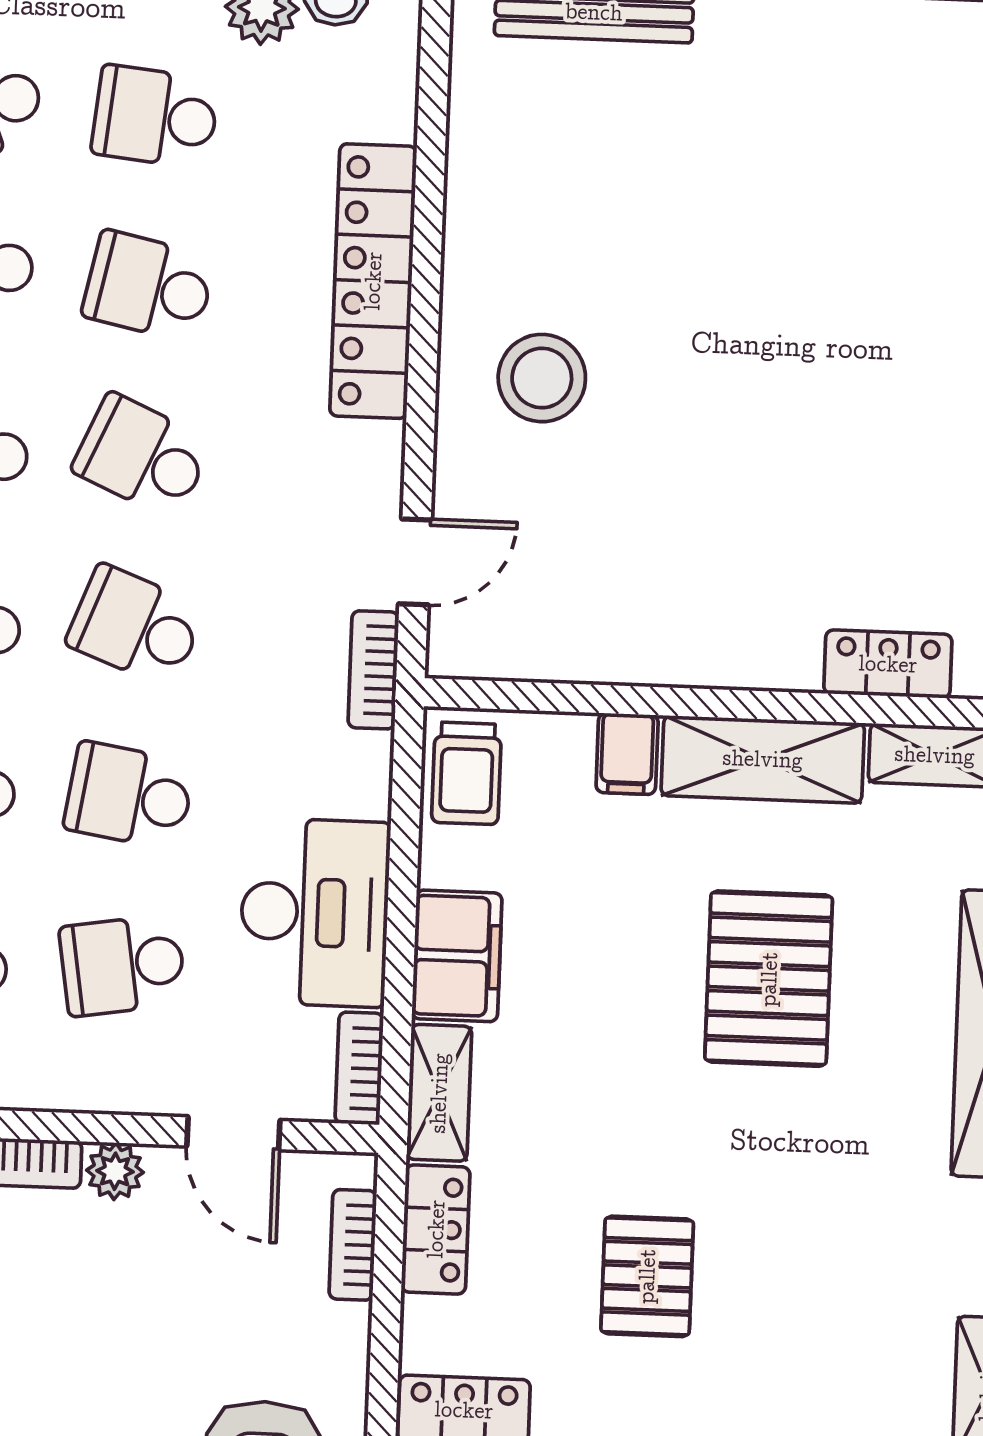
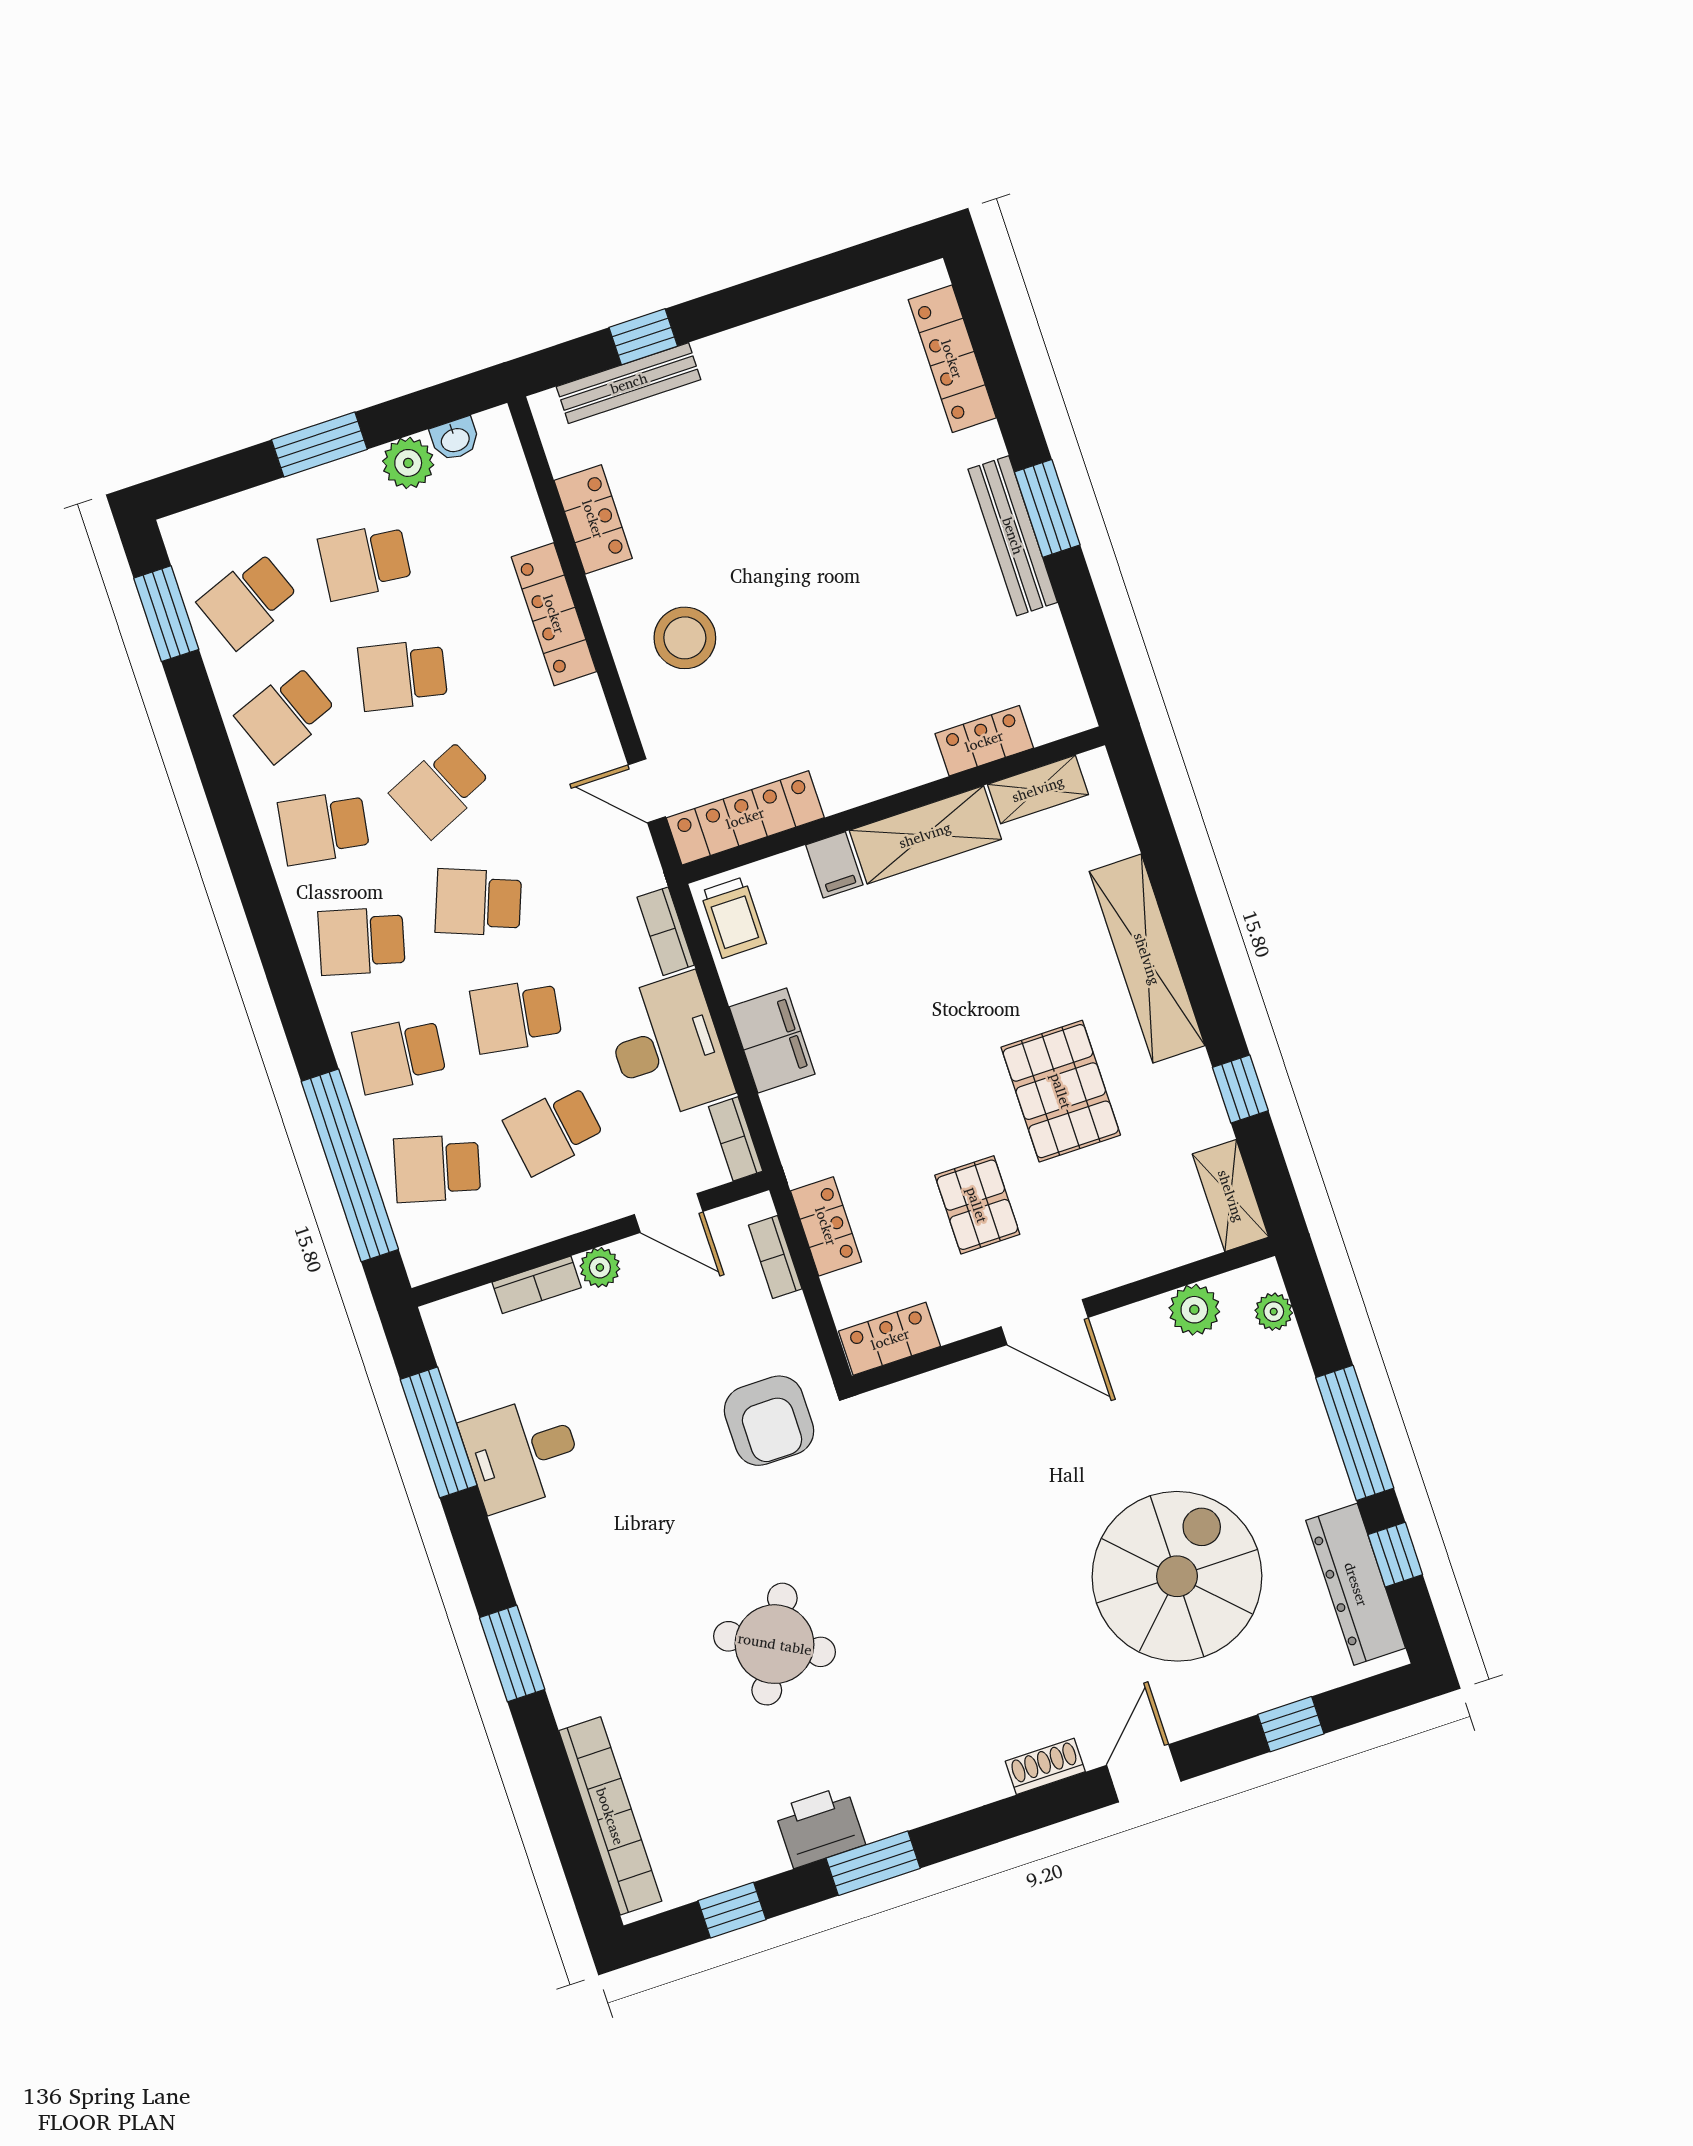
locker: (479, 175) -> (593, 519), added
locker: (373, 281) -> (554, 614), width x0.71, depth x0.83
school desk: (142, 456) -> (441, 789), turned -48
door: (415, 562) -> (647, 791), swing flipped
locker: (532, 647) -> (745, 818), added
bookcase: (373, 670) -> (666, 931), moved
pallet: (769, 979) -> (1061, 1091), moved
shelving: (439, 1093) -> (794, 1135), removed

